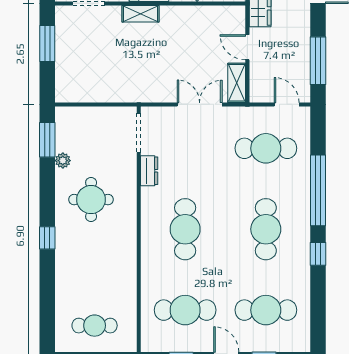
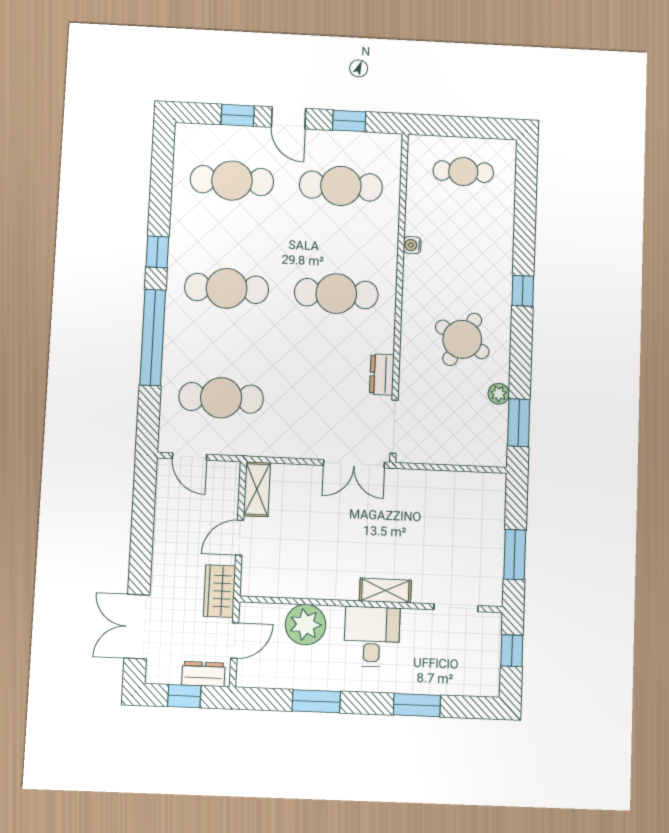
door: (247, 47) -> (240, 538), swing flipped
window: (318, 61) -> (143, 515), removed
double door: (200, 104) -> (354, 464), moved
round table: (91, 200) -> (462, 339), turned 30
cafe table: (185, 229) -> (336, 294), turned 90
cafe table: (266, 229) -> (227, 288), turned 90
water cooler: (130, 268) -> (412, 245), added

